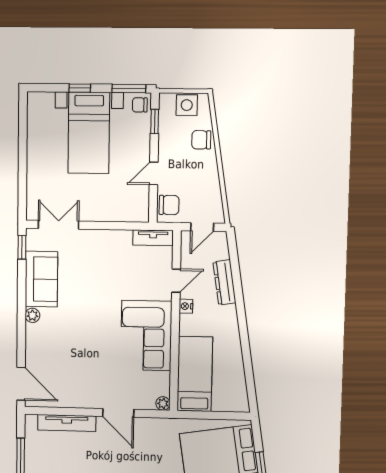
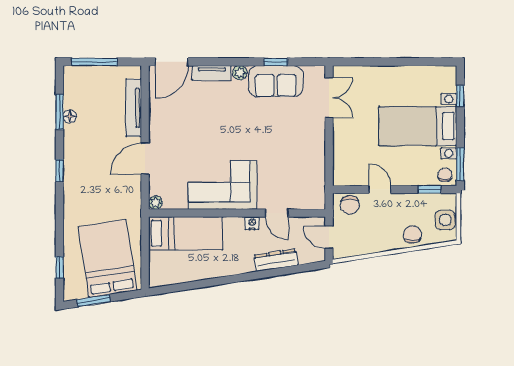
window: (80, 88) -> (460, 96), moved
tv unit: (153, 238) -> (212, 73), moved, turned -90
window: (22, 247) -> (276, 62), moved

